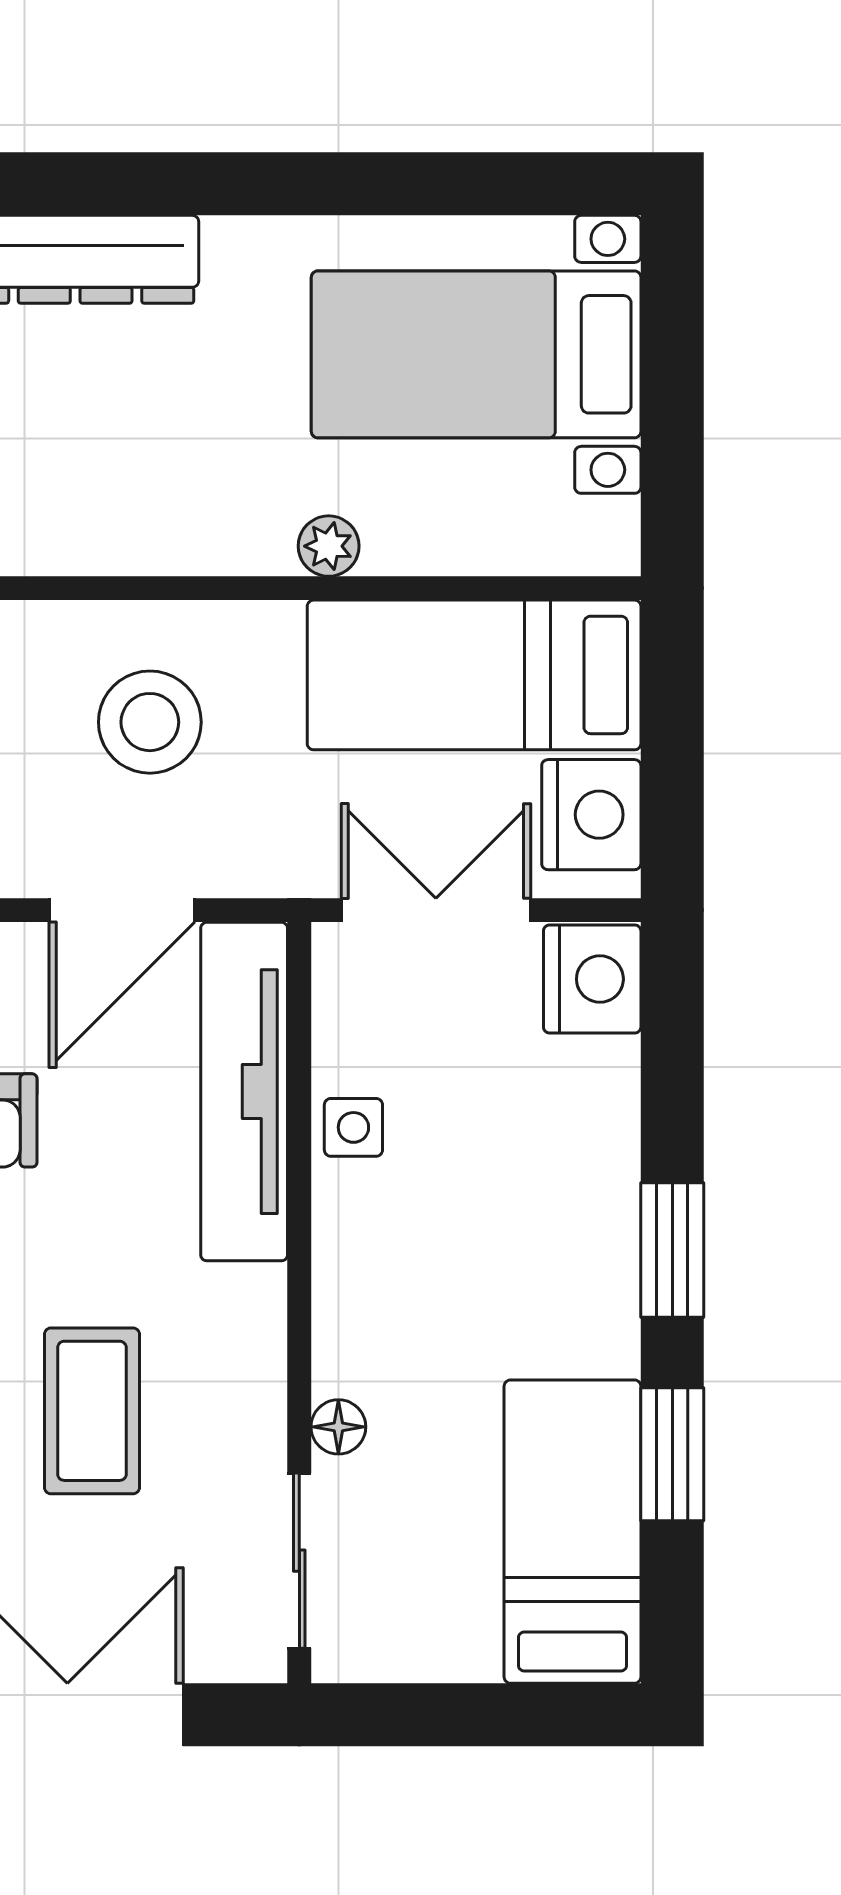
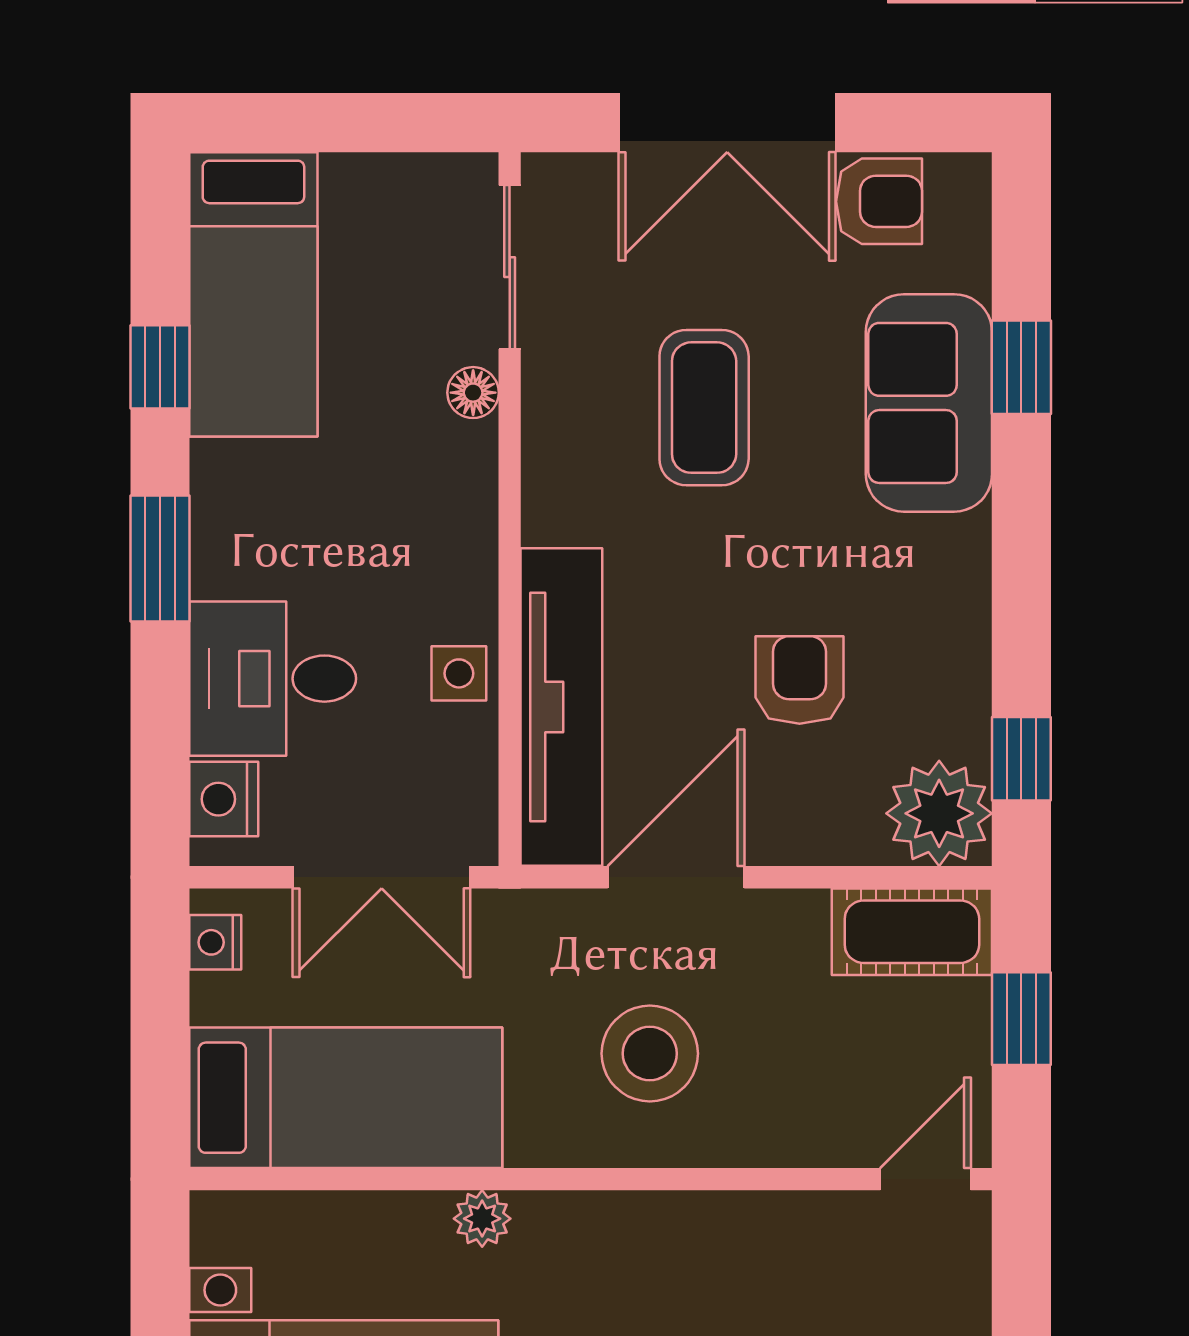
nightstand: (591, 815) -> (215, 942), width x0.53, depth x0.56
nightstand: (592, 979) -> (224, 799), width x0.74, depth x0.75
desk: (552, 1122) -> (273, 679), added
window: (672, 1454) -> (160, 367), width x0.67

